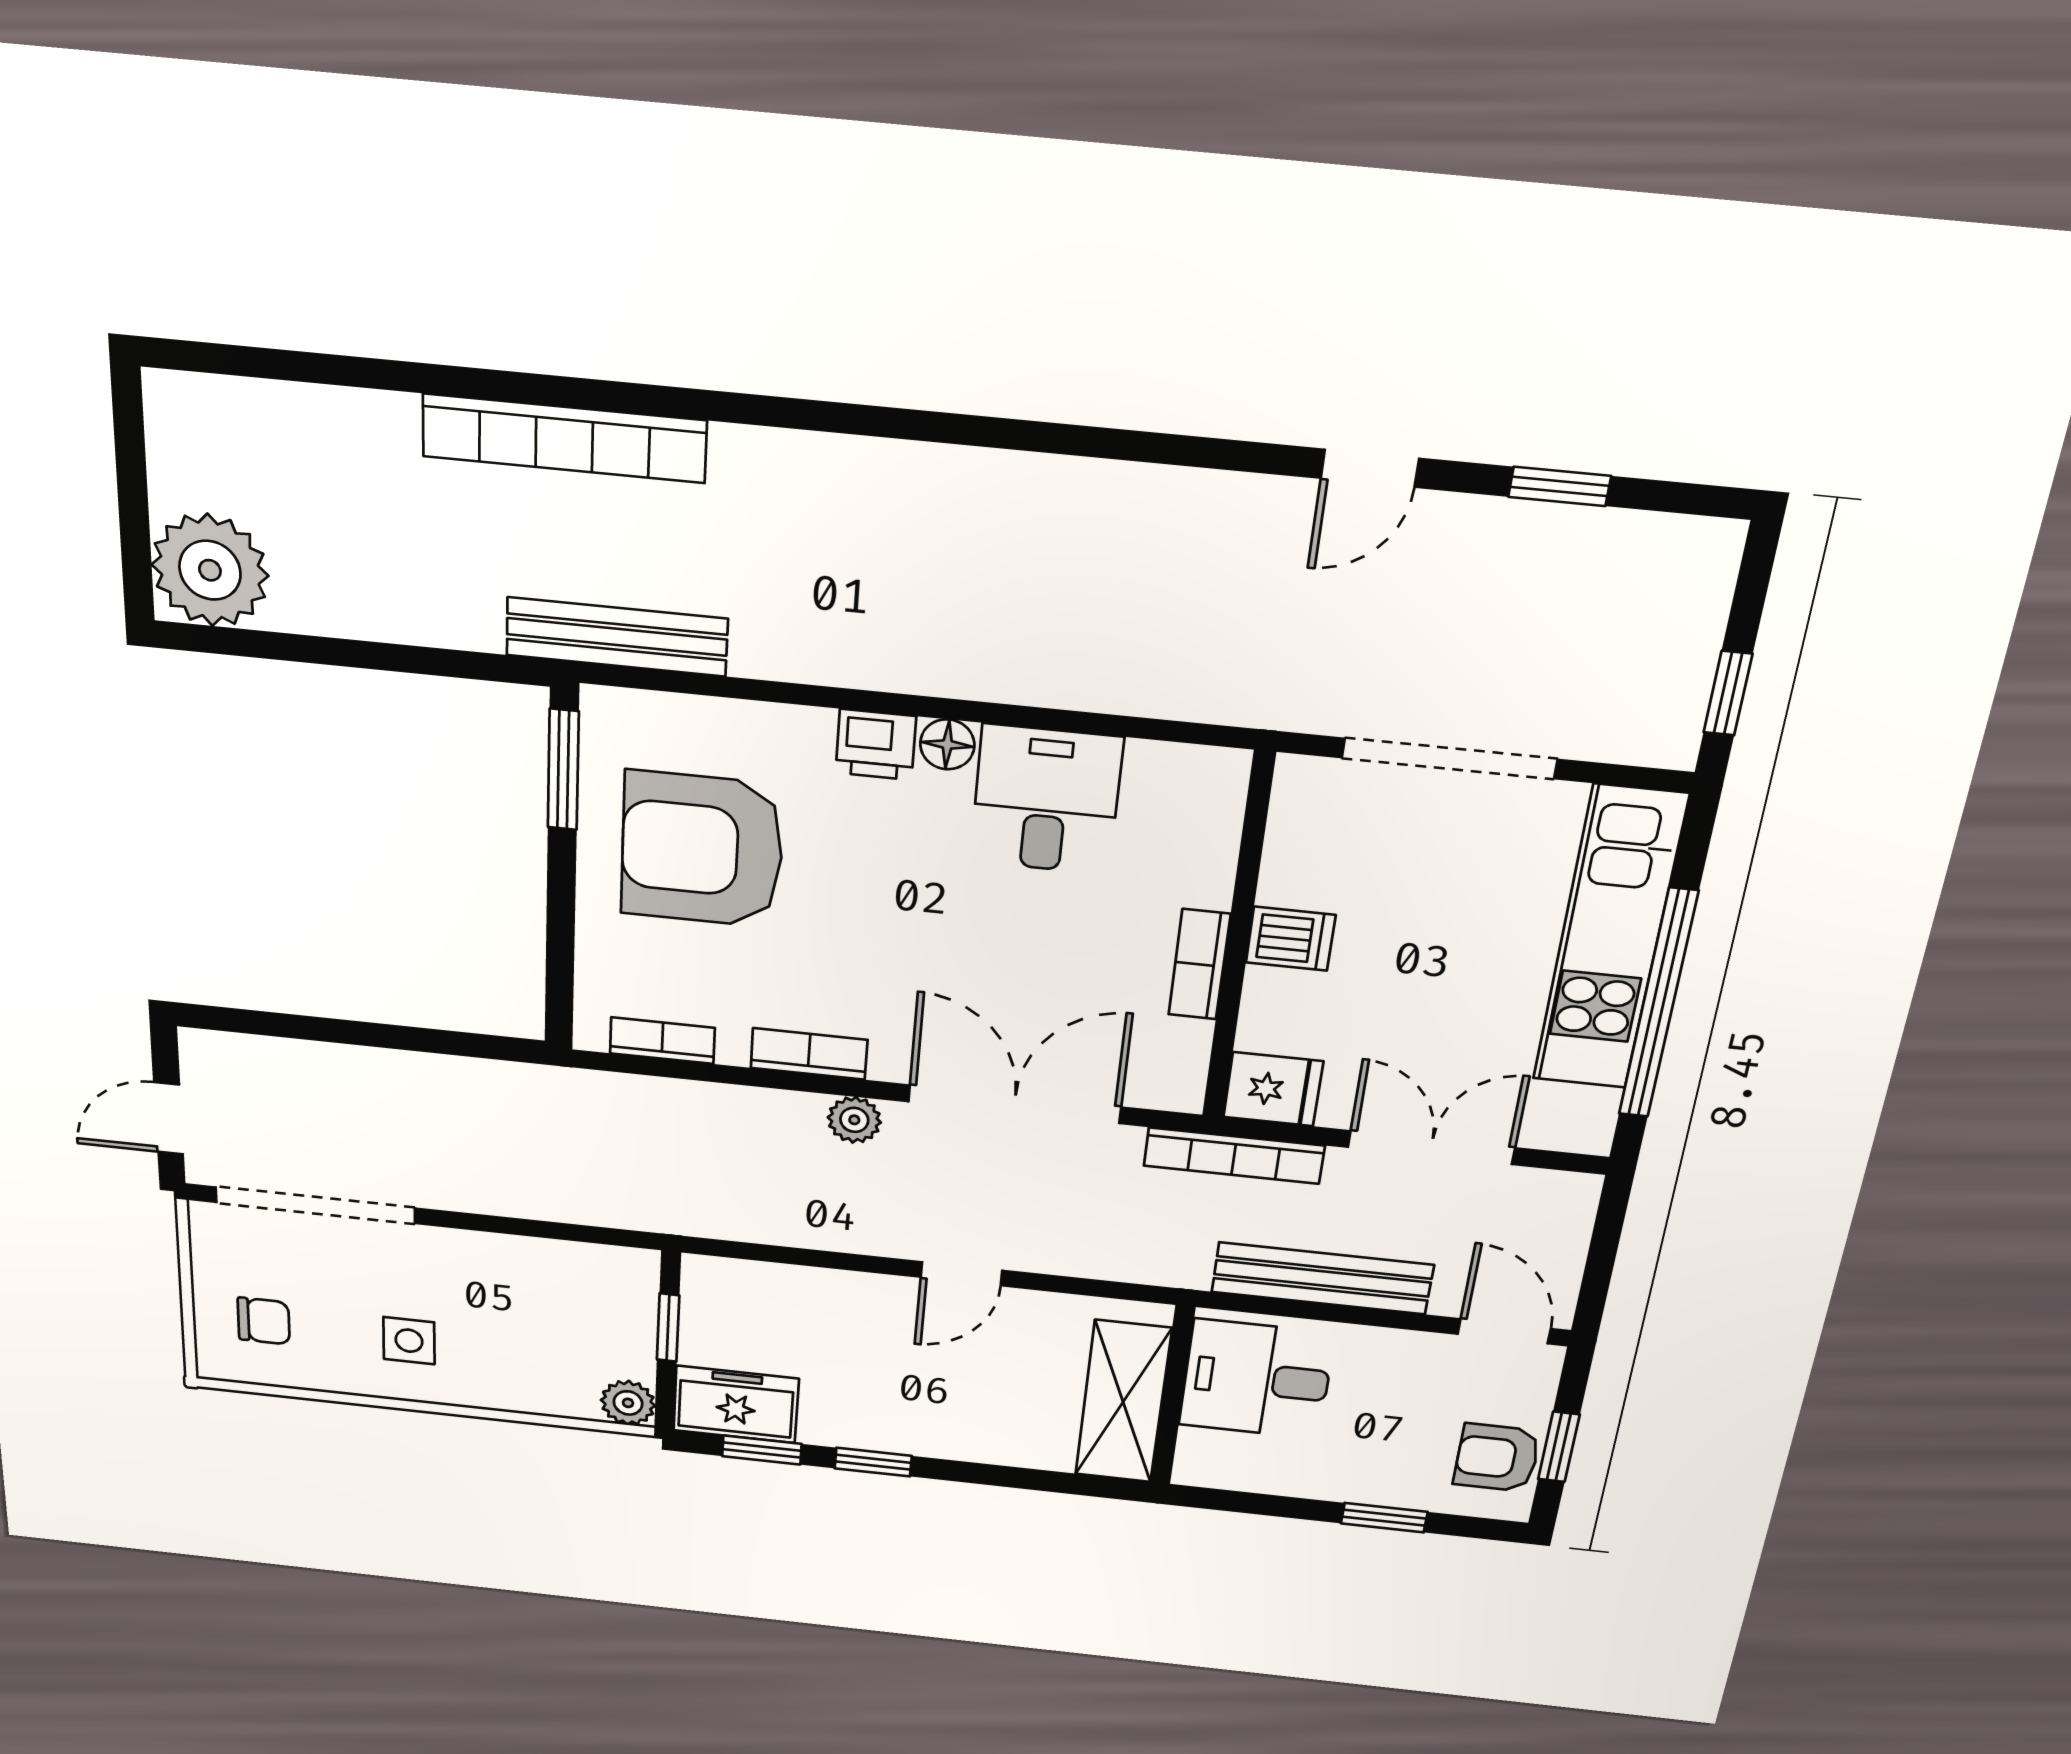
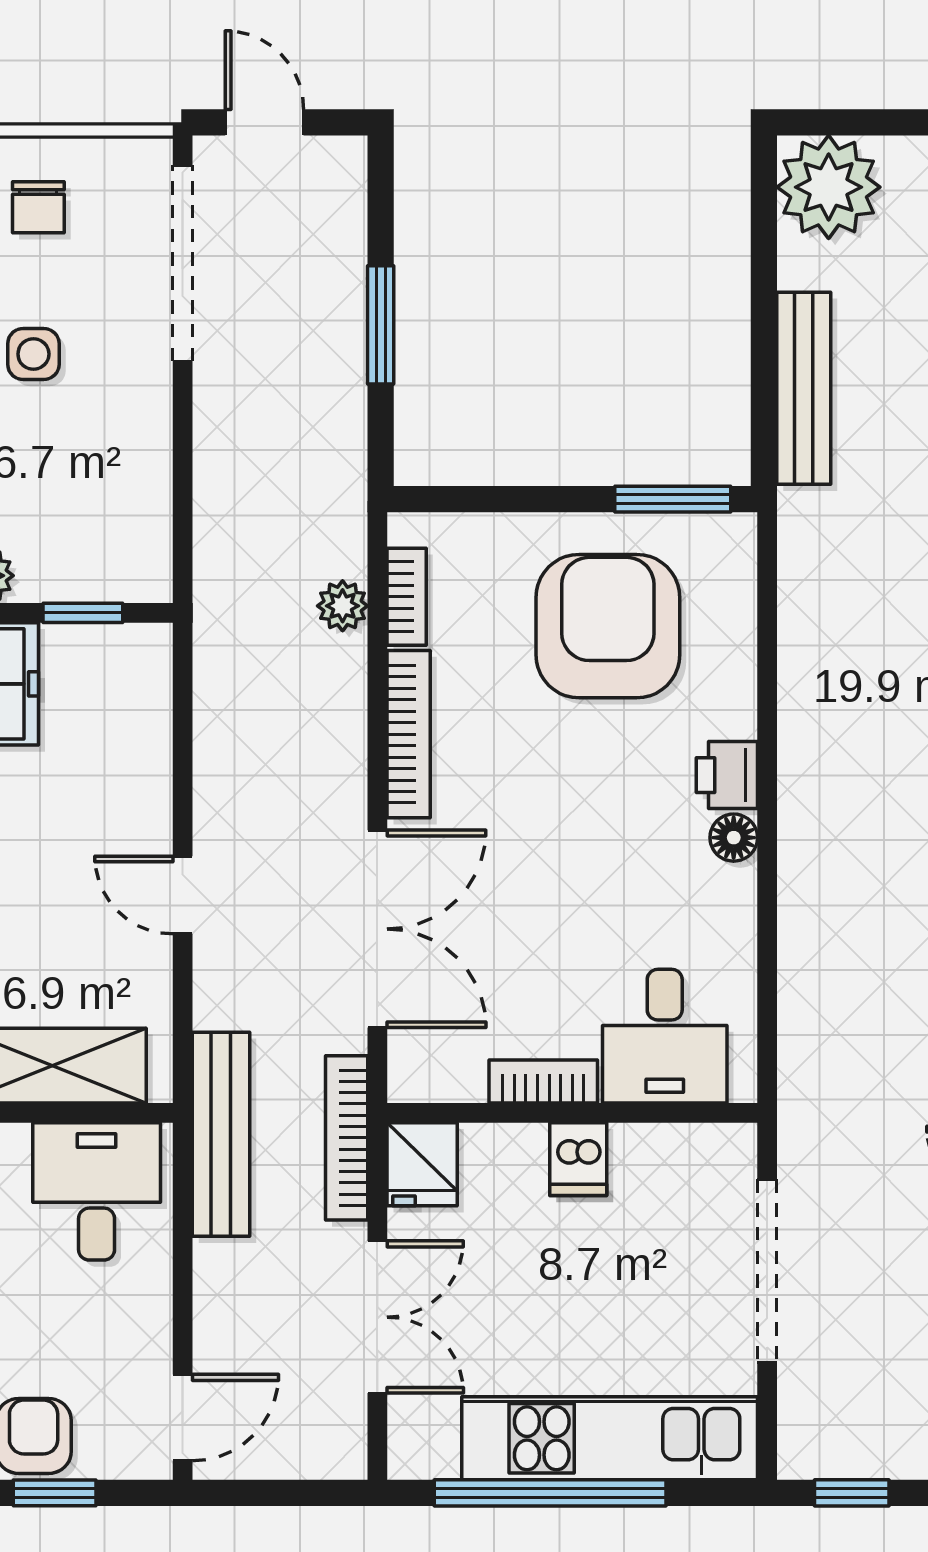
bench: (617, 637) -> (804, 388), moved
desk: (1046, 800) -> (665, 1036), moved, turned 90
window: (375, 1035) -> (381, 325), added
bookcase: (809, 1054) -> (409, 734), width x1.56
plant: (854, 1120) -> (343, 606), moved
bench: (1322, 1278) -> (221, 1134), moved

